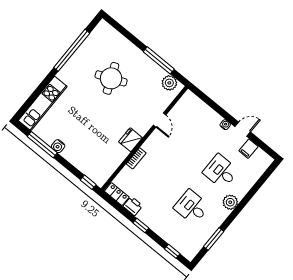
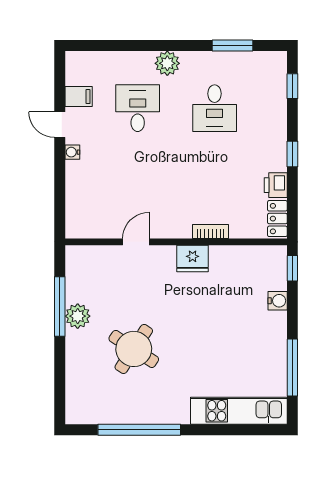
round table: (111, 78) -> (134, 349), turned -34
plant: (169, 83) -> (78, 316), moved
water cooler: (58, 146) -> (278, 301), moved
desk: (221, 172) -> (138, 108), turned 180

